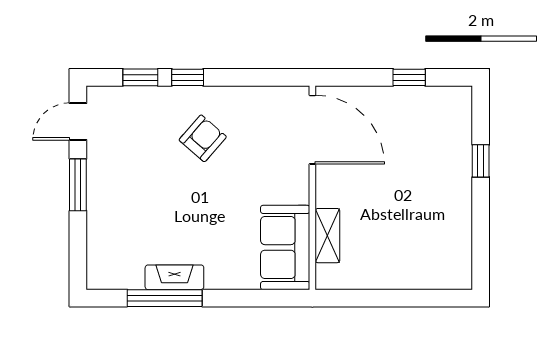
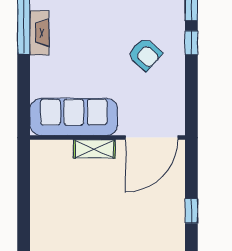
shelving: (327, 236) -> (94, 149), moved
sofa: (285, 247) -> (74, 117), width x1.36

